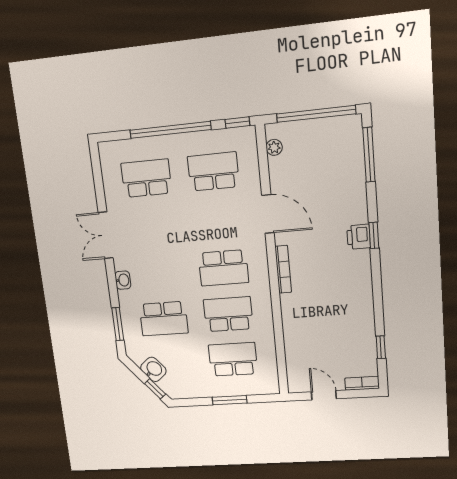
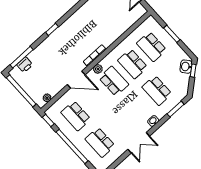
door: (268, 214) -> (76, 80), swing flipped
printer: (359, 237) -> (25, 65), moved
plant: (259, 259) -> (98, 69), added
school desk: (164, 319) -> (157, 90), turned 180
washbasin: (153, 369) -> (186, 67), moved

